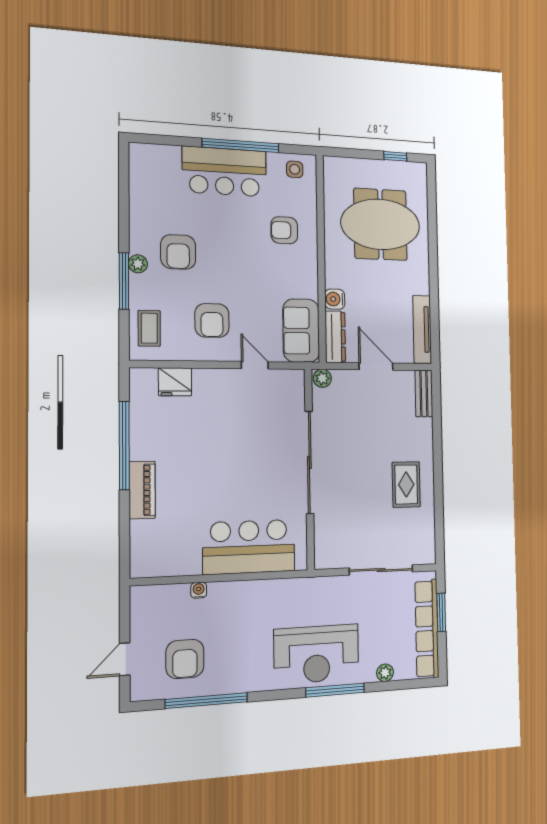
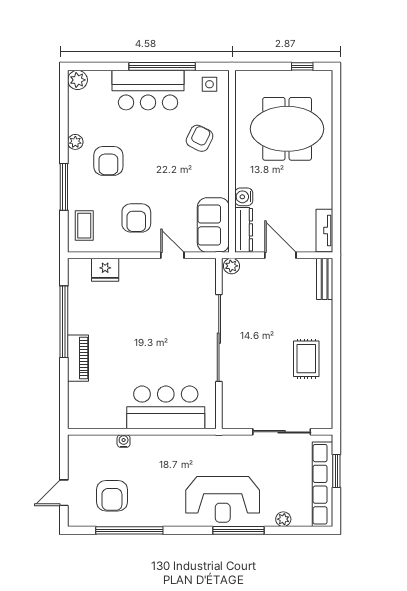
plant: (140, 154) -> (78, 80), added
armchair: (284, 230) -> (200, 138), turned 116
plant: (138, 264) -> (75, 142), moved
tv unit: (422, 329) -> (324, 231), width x0.71

